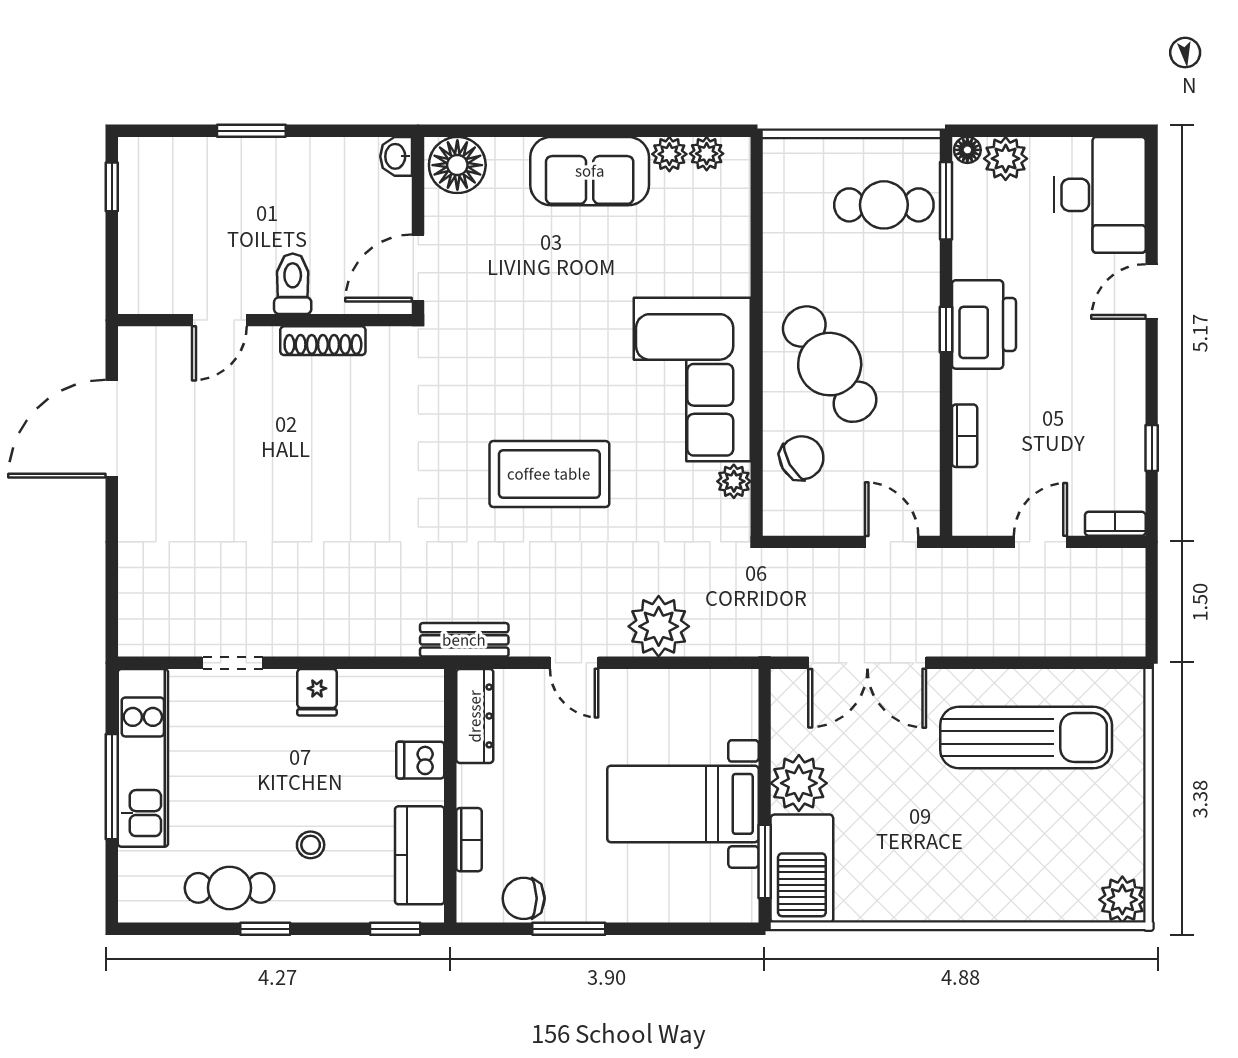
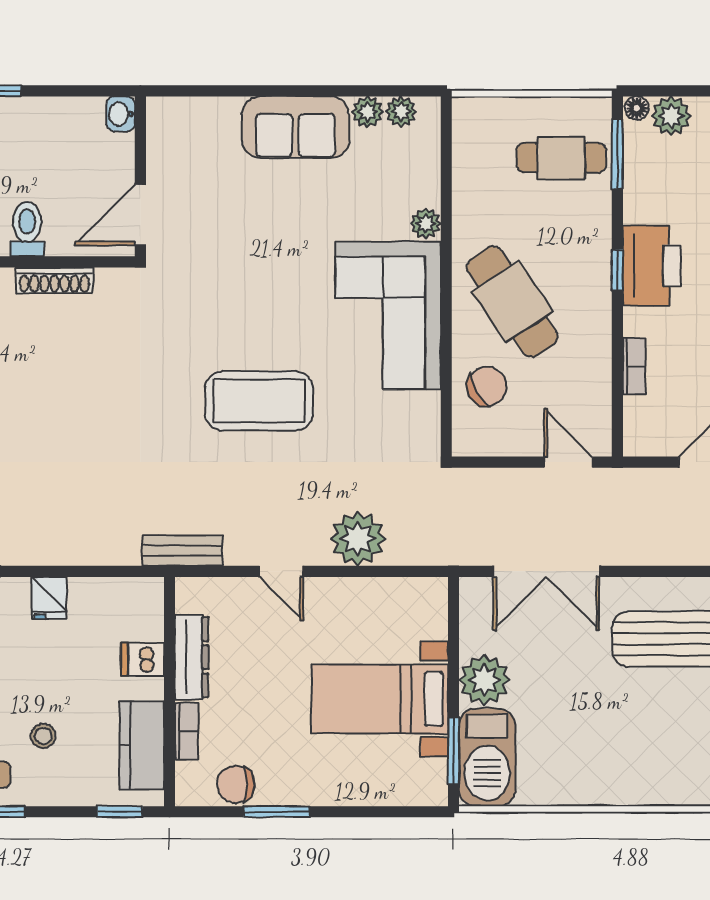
floor lamp: (457, 165) -> (176, 122), removed
plant: (734, 481) -> (426, 224), moved
dresser: (475, 716) -> (192, 657), moved

